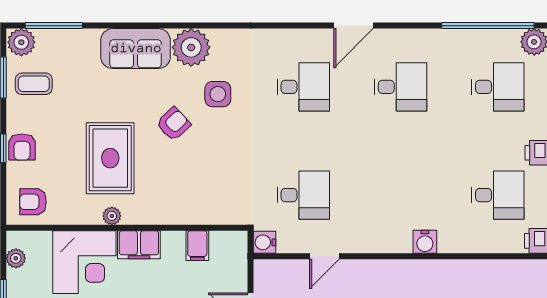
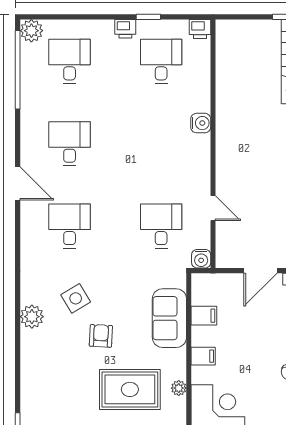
plant: (191, 47) -> (32, 317), width x0.73, depth x0.73
sofa: (136, 49) -> (169, 318), moved, turned 180
side table: (218, 94) -> (76, 298), turned -31
armchair: (174, 124) -> (101, 336), turned 46
filing cabinet: (139, 245) -> (203, 356), width x0.50

